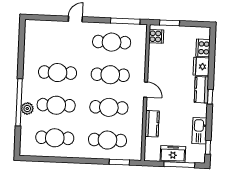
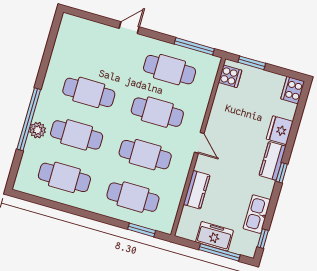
cooker: (203, 48) -> (293, 90), moved

